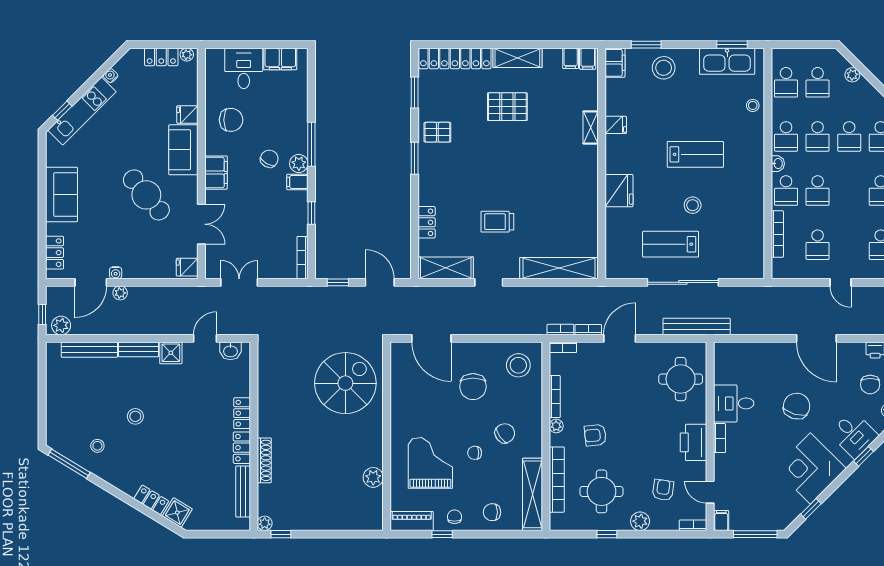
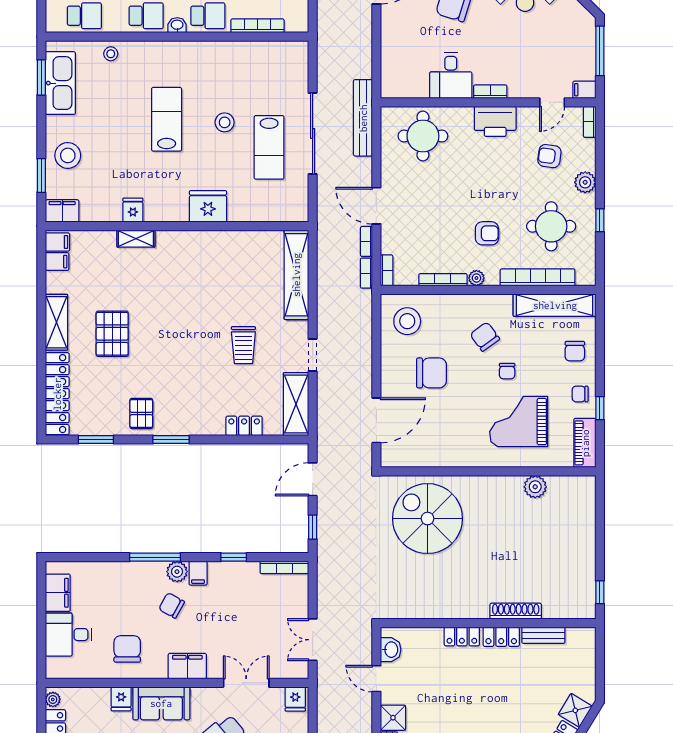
armchair: (595, 435) -> (487, 233), turned -84
bench: (243, 491) -> (543, 635), width x0.73
plant: (265, 523) -> (587, 611), removed

